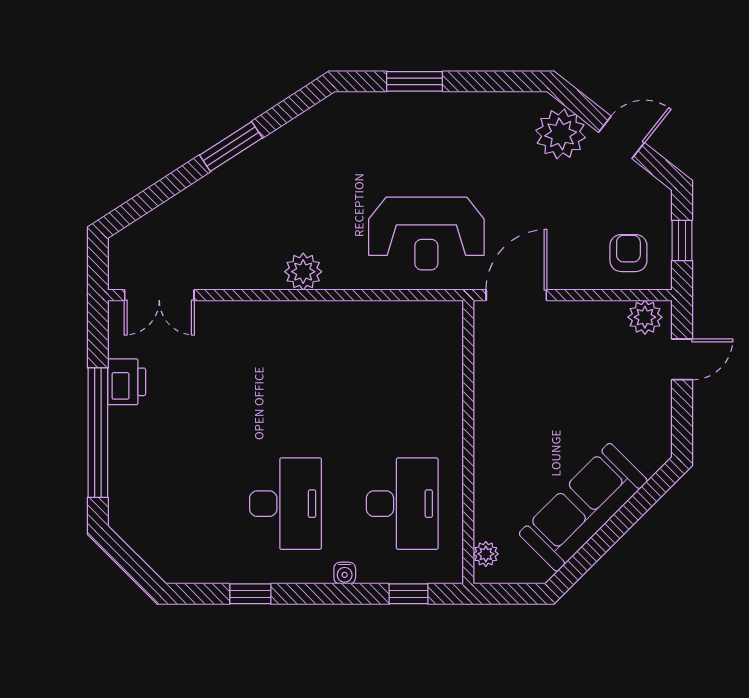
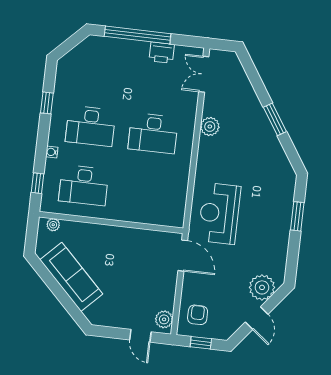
armchair: (628, 253) -> (198, 315), turned -90
plant: (303, 272) -> (210, 127), moved
desk: (286, 380) -> (153, 133), added

